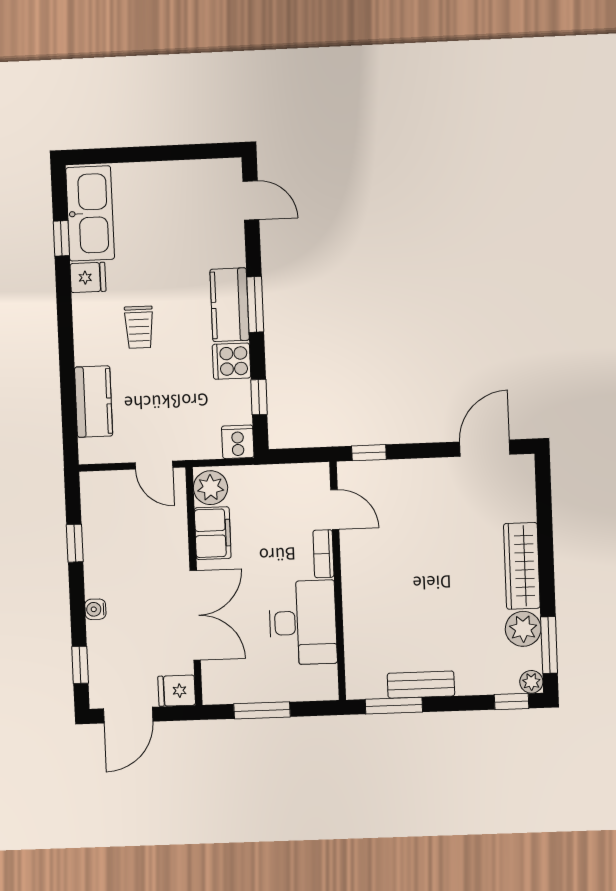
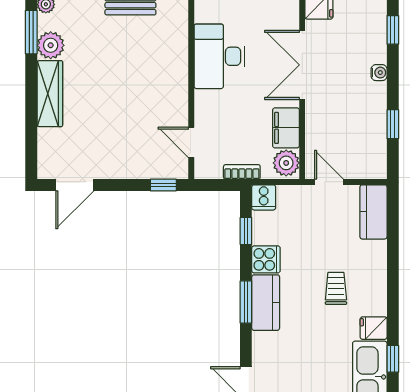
kitchen counter: (94, 402) -> (373, 212), moved
bookcase: (323, 554) -> (242, 172), moved, turned -90

